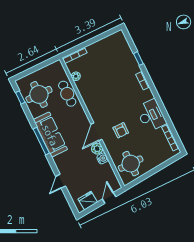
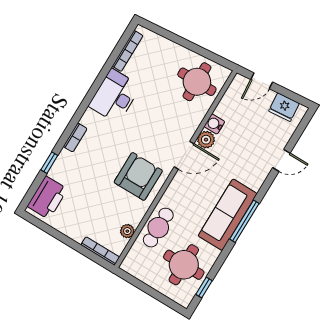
printer: (121, 46) -> (47, 198), added
armchair: (121, 130) -> (138, 176), moved, width x1.88, depth x1.88

